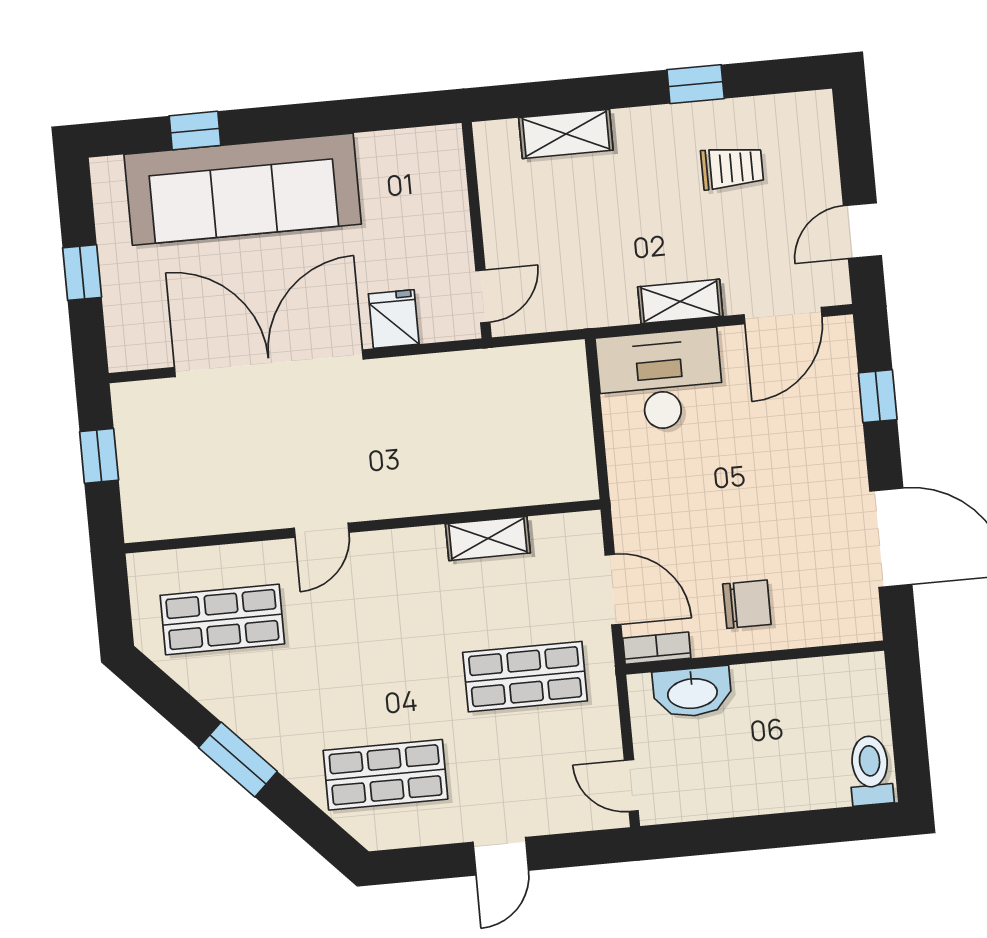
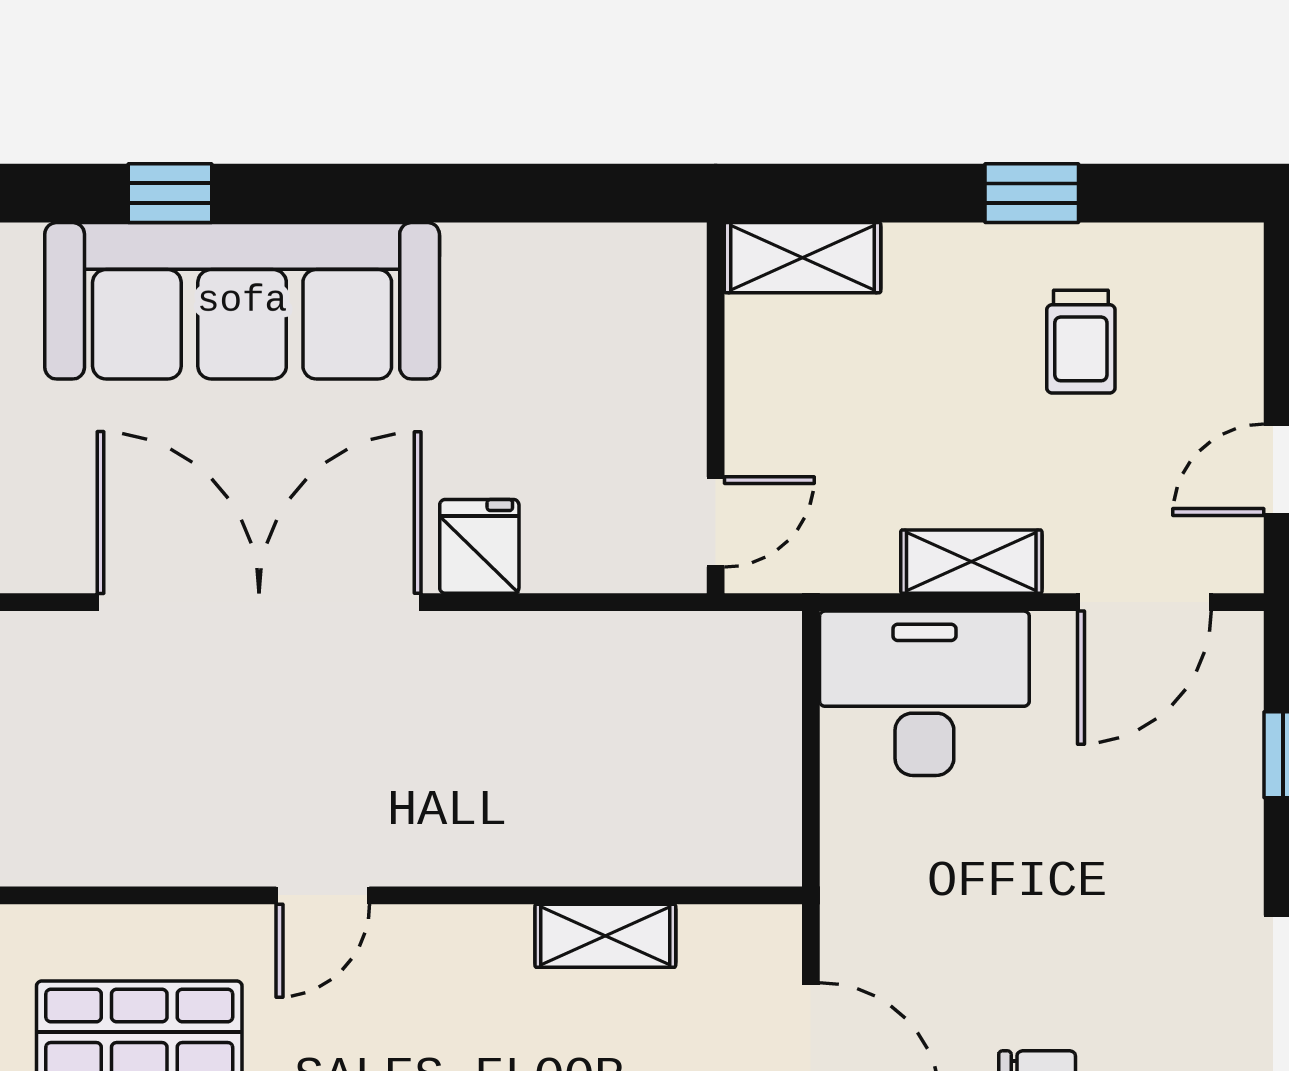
trolley: (732, 168) -> (1081, 342), turned 90
wall: (477, 230) -> (716, 408), moved
door: (483, 296) -> (716, 522), moved

